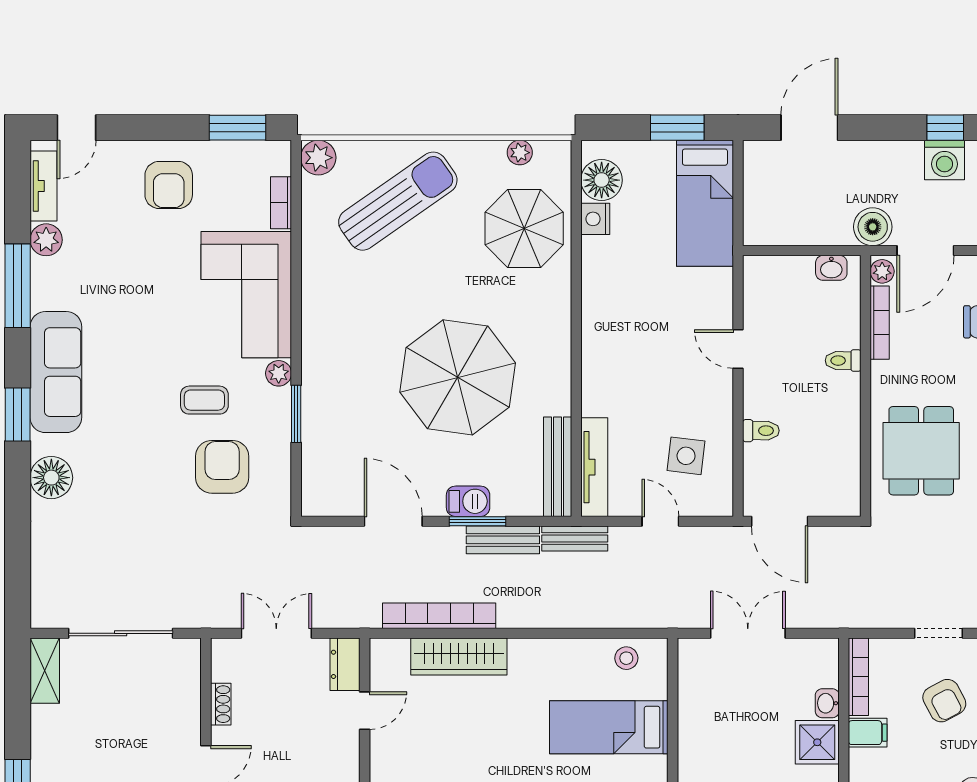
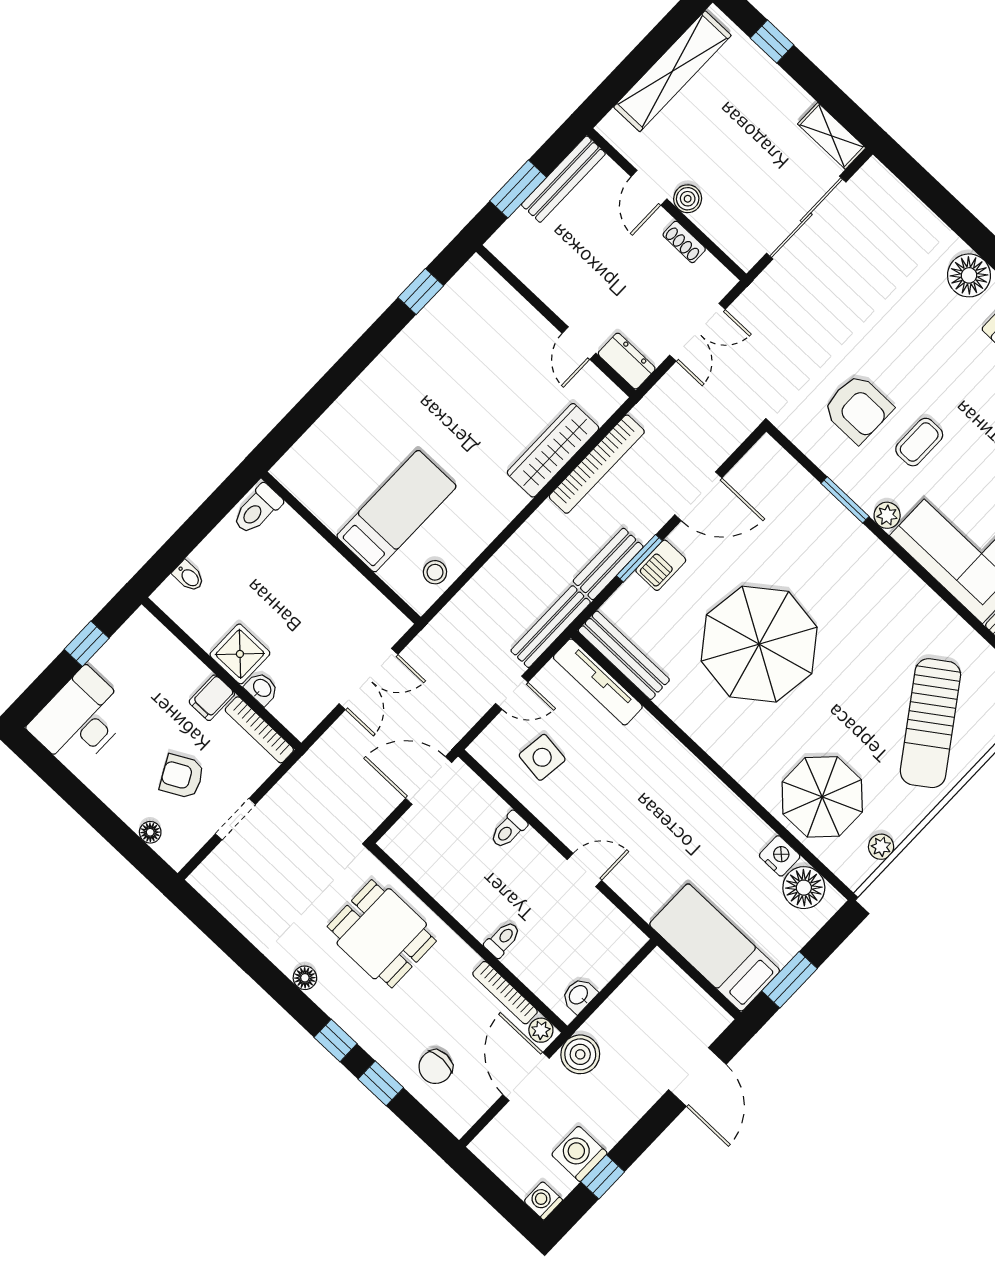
bench: (575, 538) -> (551, 627), width x1.36
boiler: (187, 731) -> (688, 199), added

